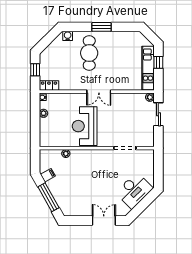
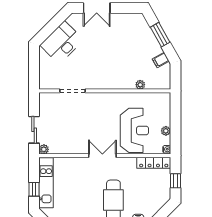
locker: (49, 86) -> (154, 163), width x1.53
reception desk: (85, 126) -> (134, 130), moved
window: (48, 197) -> (160, 35), width x0.69

